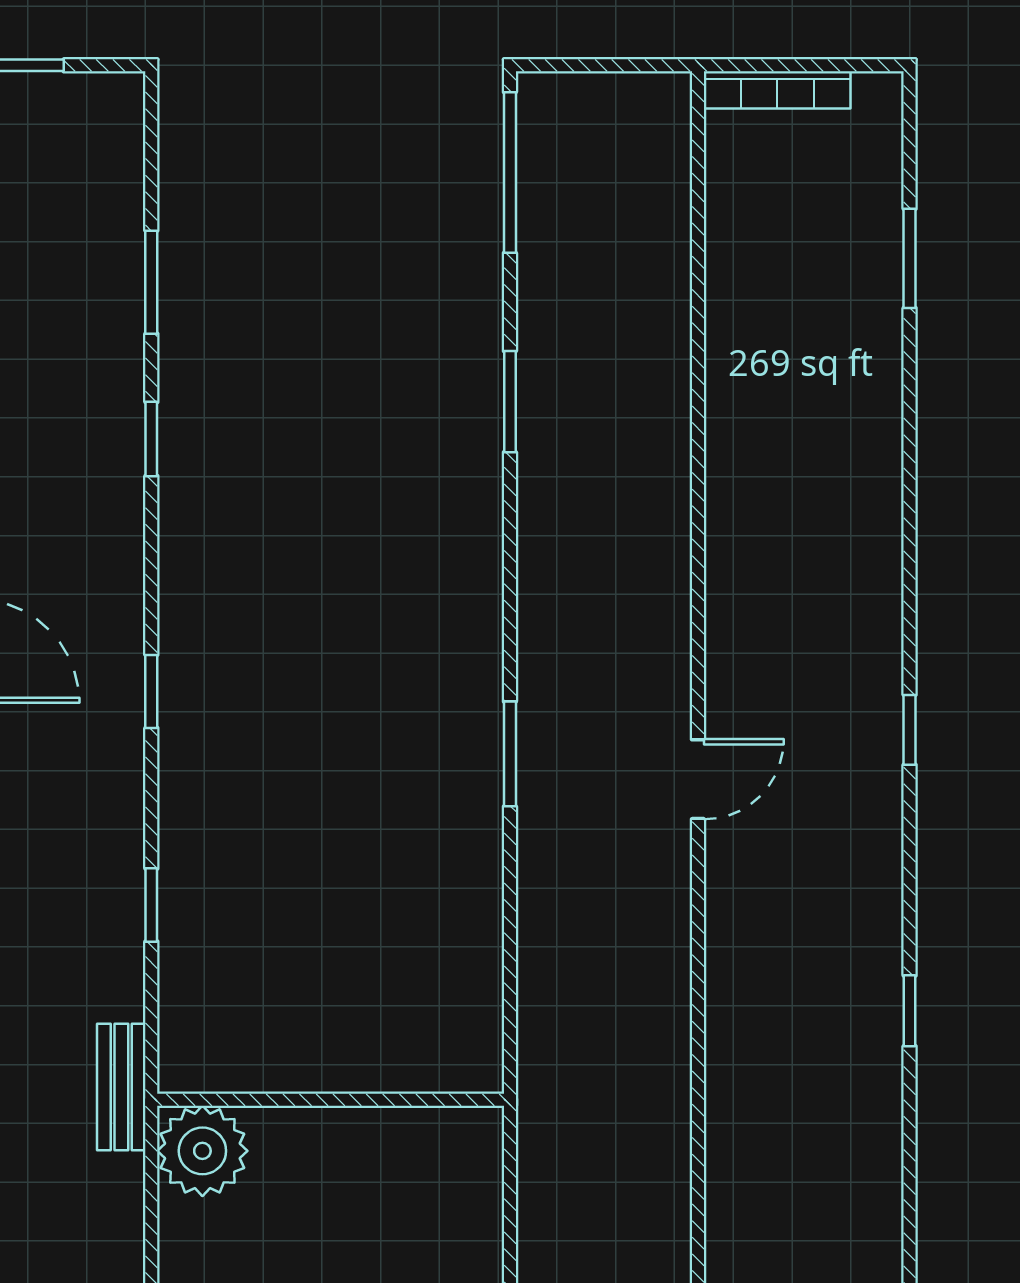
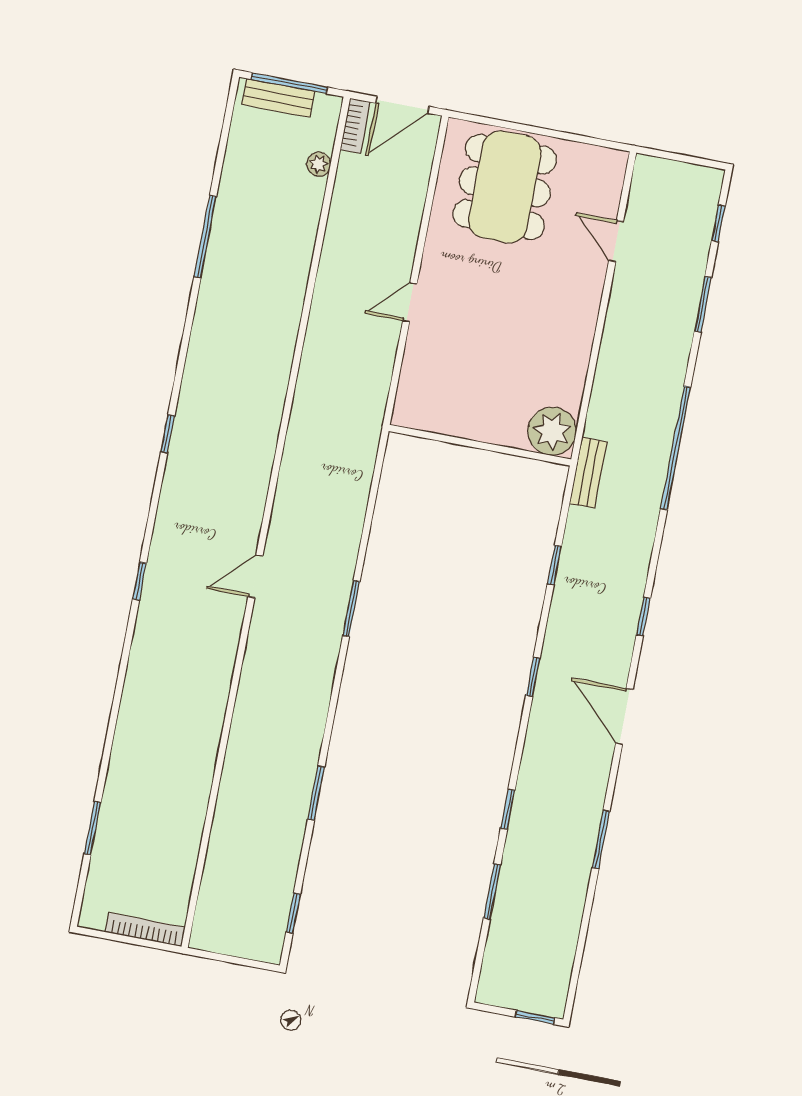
window: (510, 173) -> (293, 913), width x0.46

